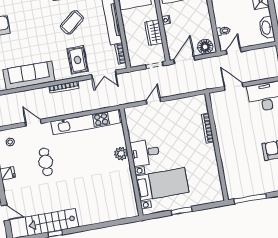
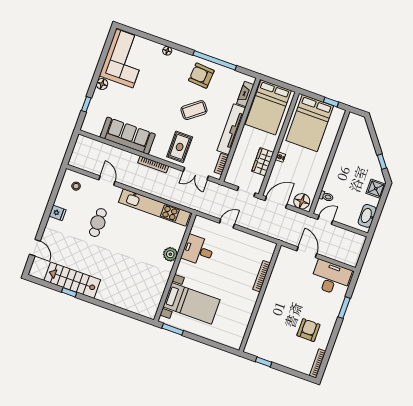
desk: (145, 153) -> (198, 250), moved
window: (250, 199) -> (264, 362), width x0.46
window: (182, 211) -> (173, 329), moved

